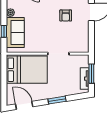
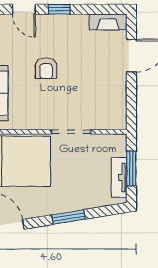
armchair: (66, 16) -> (46, 68), moved

